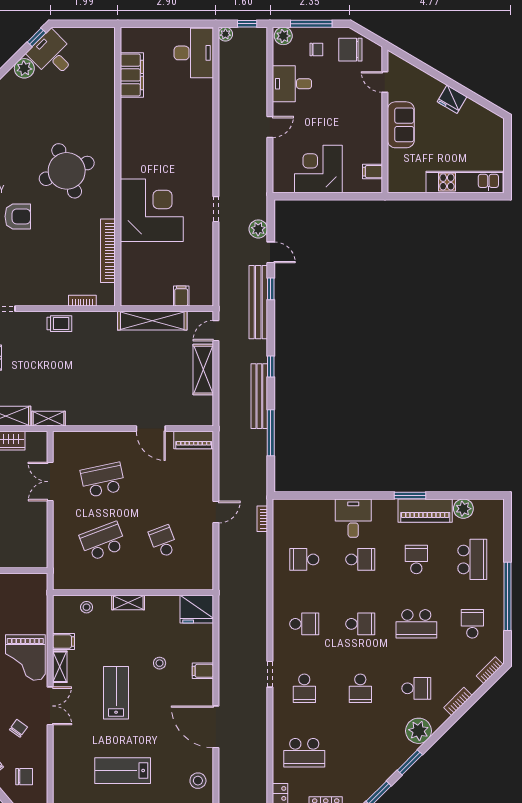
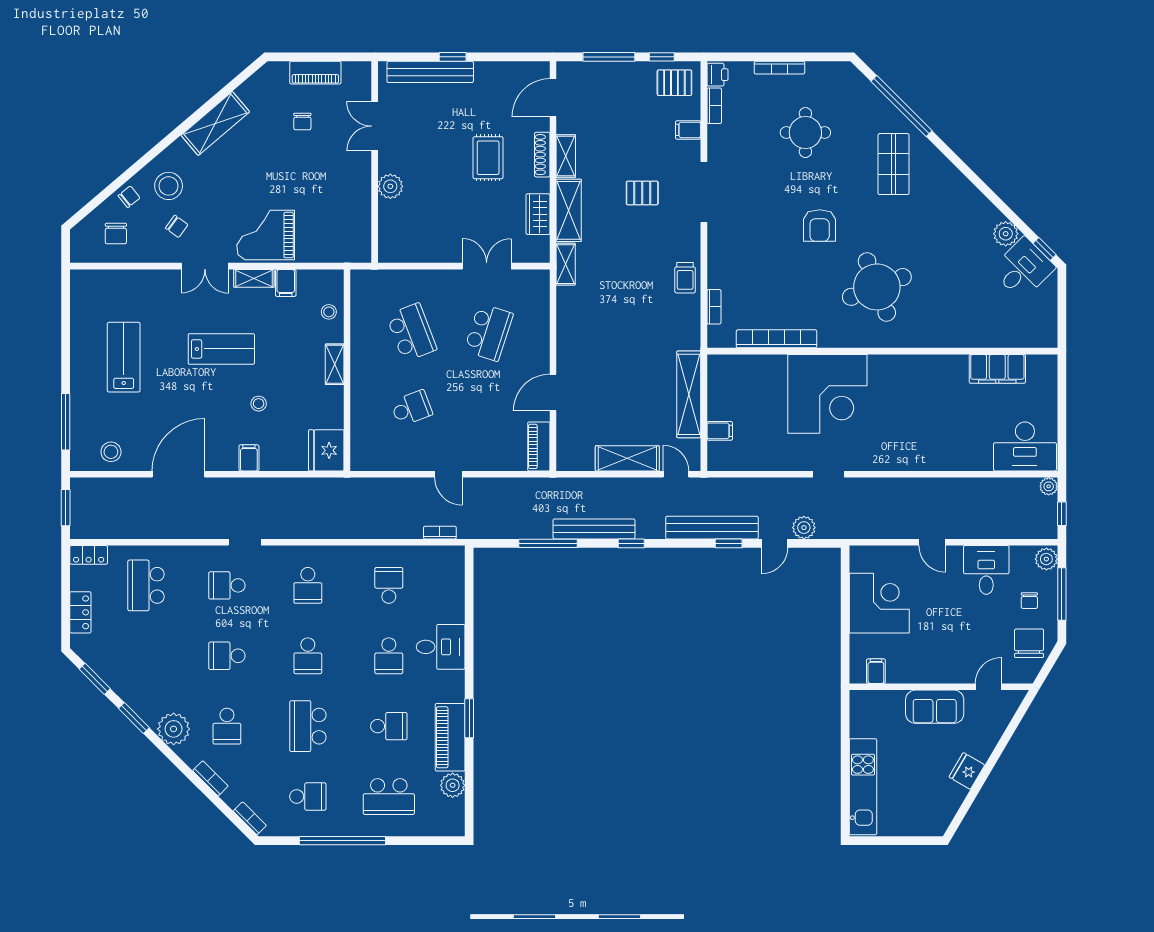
school desk: (103, 480) -> (489, 332), turned 30

